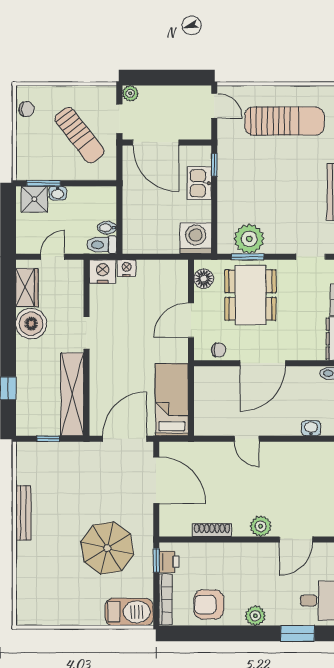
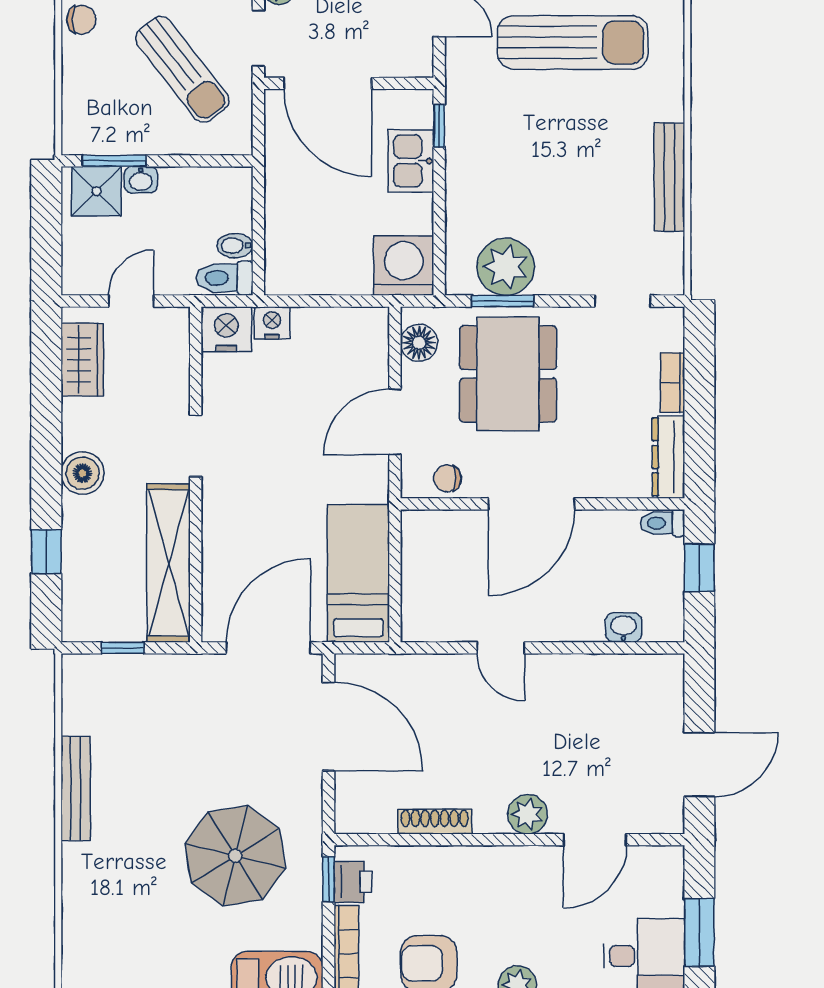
boiler: (31, 324) -> (82, 473), moved, width x0.73, depth x0.73
chair: (219, 350) -> (447, 478), turned 180

